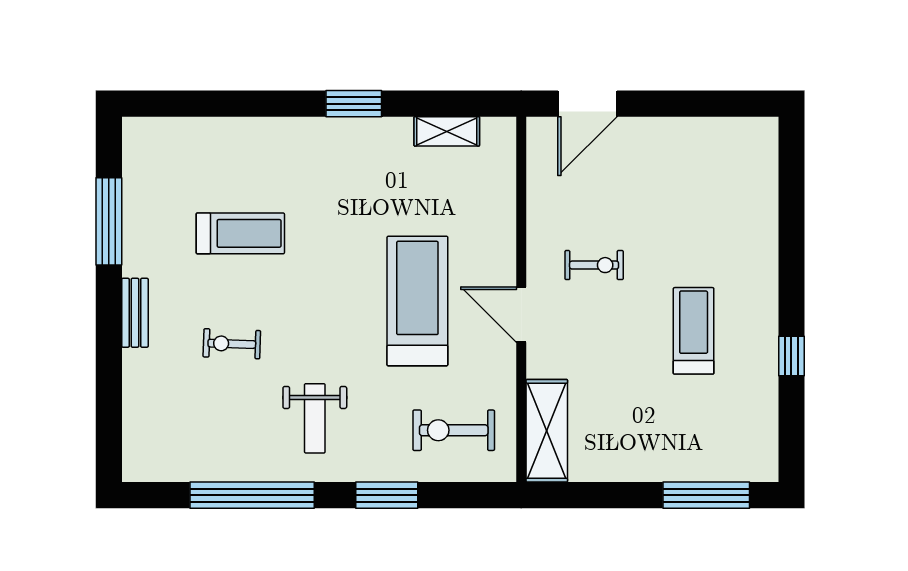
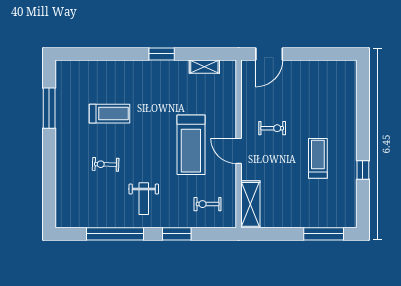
treadmill: (417, 301) -> (191, 145), turned 180
bench: (135, 313) -> (61, 150), removed
exercise bike: (454, 430) -> (208, 204), width x0.73, depth x0.72

